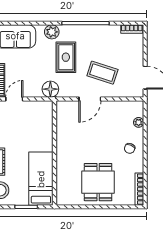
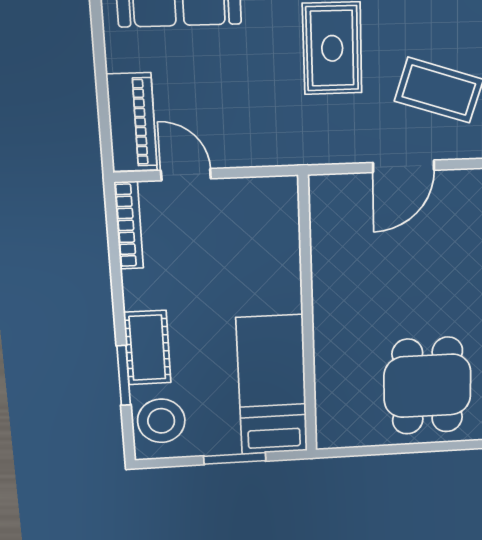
floor lamp: (50, 89) -> (290, 143), removed
door: (14, 99) -> (186, 175), hinge flipped

